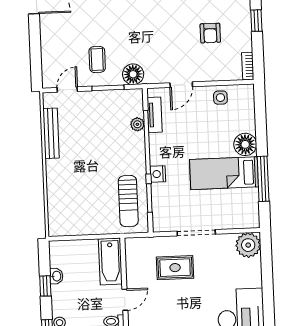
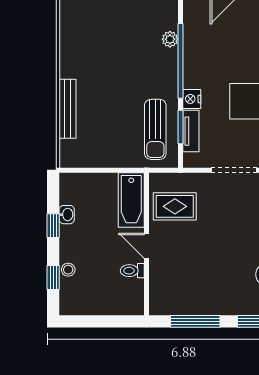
tv unit: (155, 115) -> (191, 131), moved
bench: (51, 133) -> (68, 109), moved
rug: (175, 268) -> (175, 206), moved
door: (125, 300) -> (147, 246), swing flipped

